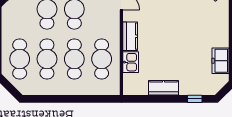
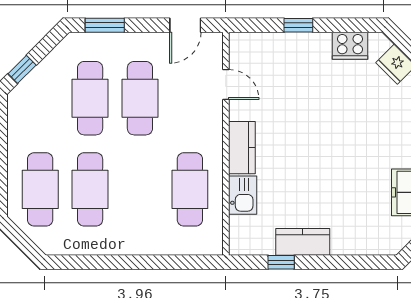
cafe table: (74, 59) -> (140, 189), removed
window: (195, 99) -> (281, 262), moved

